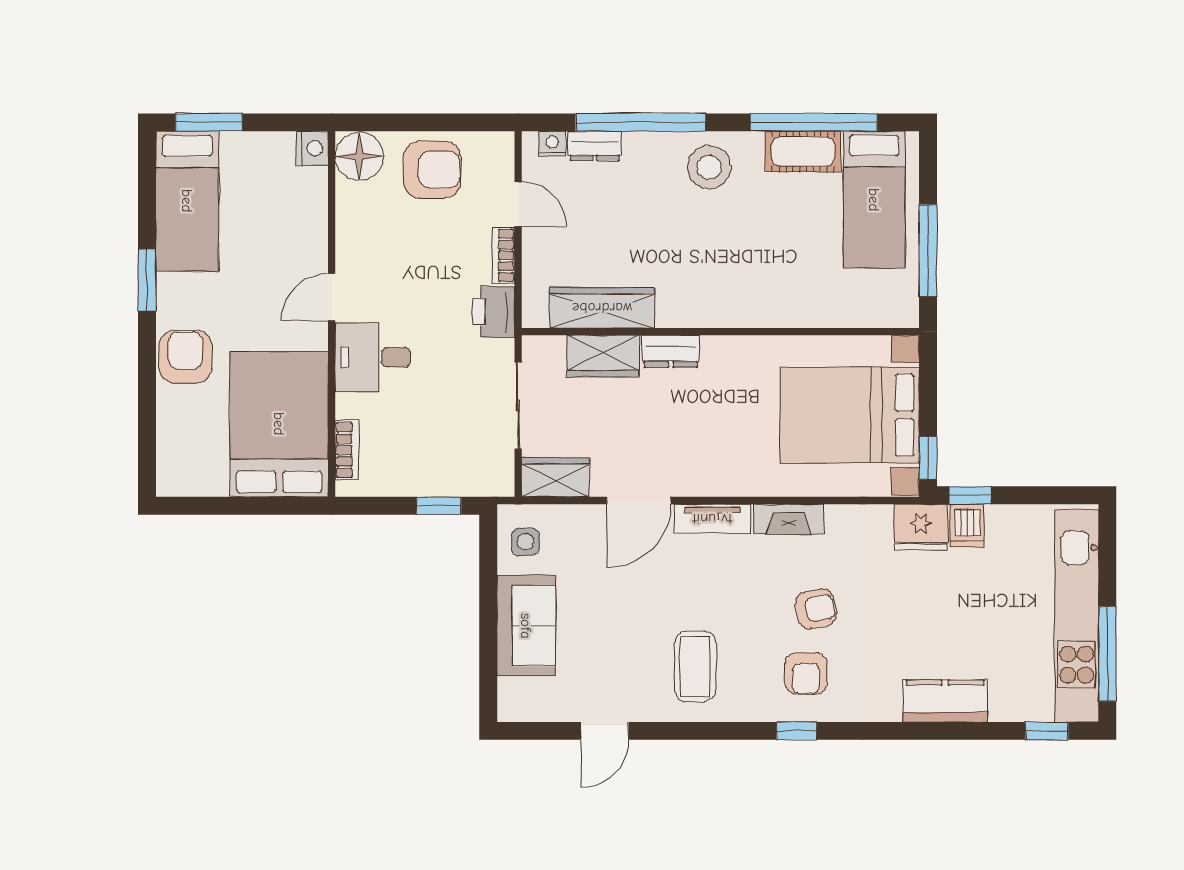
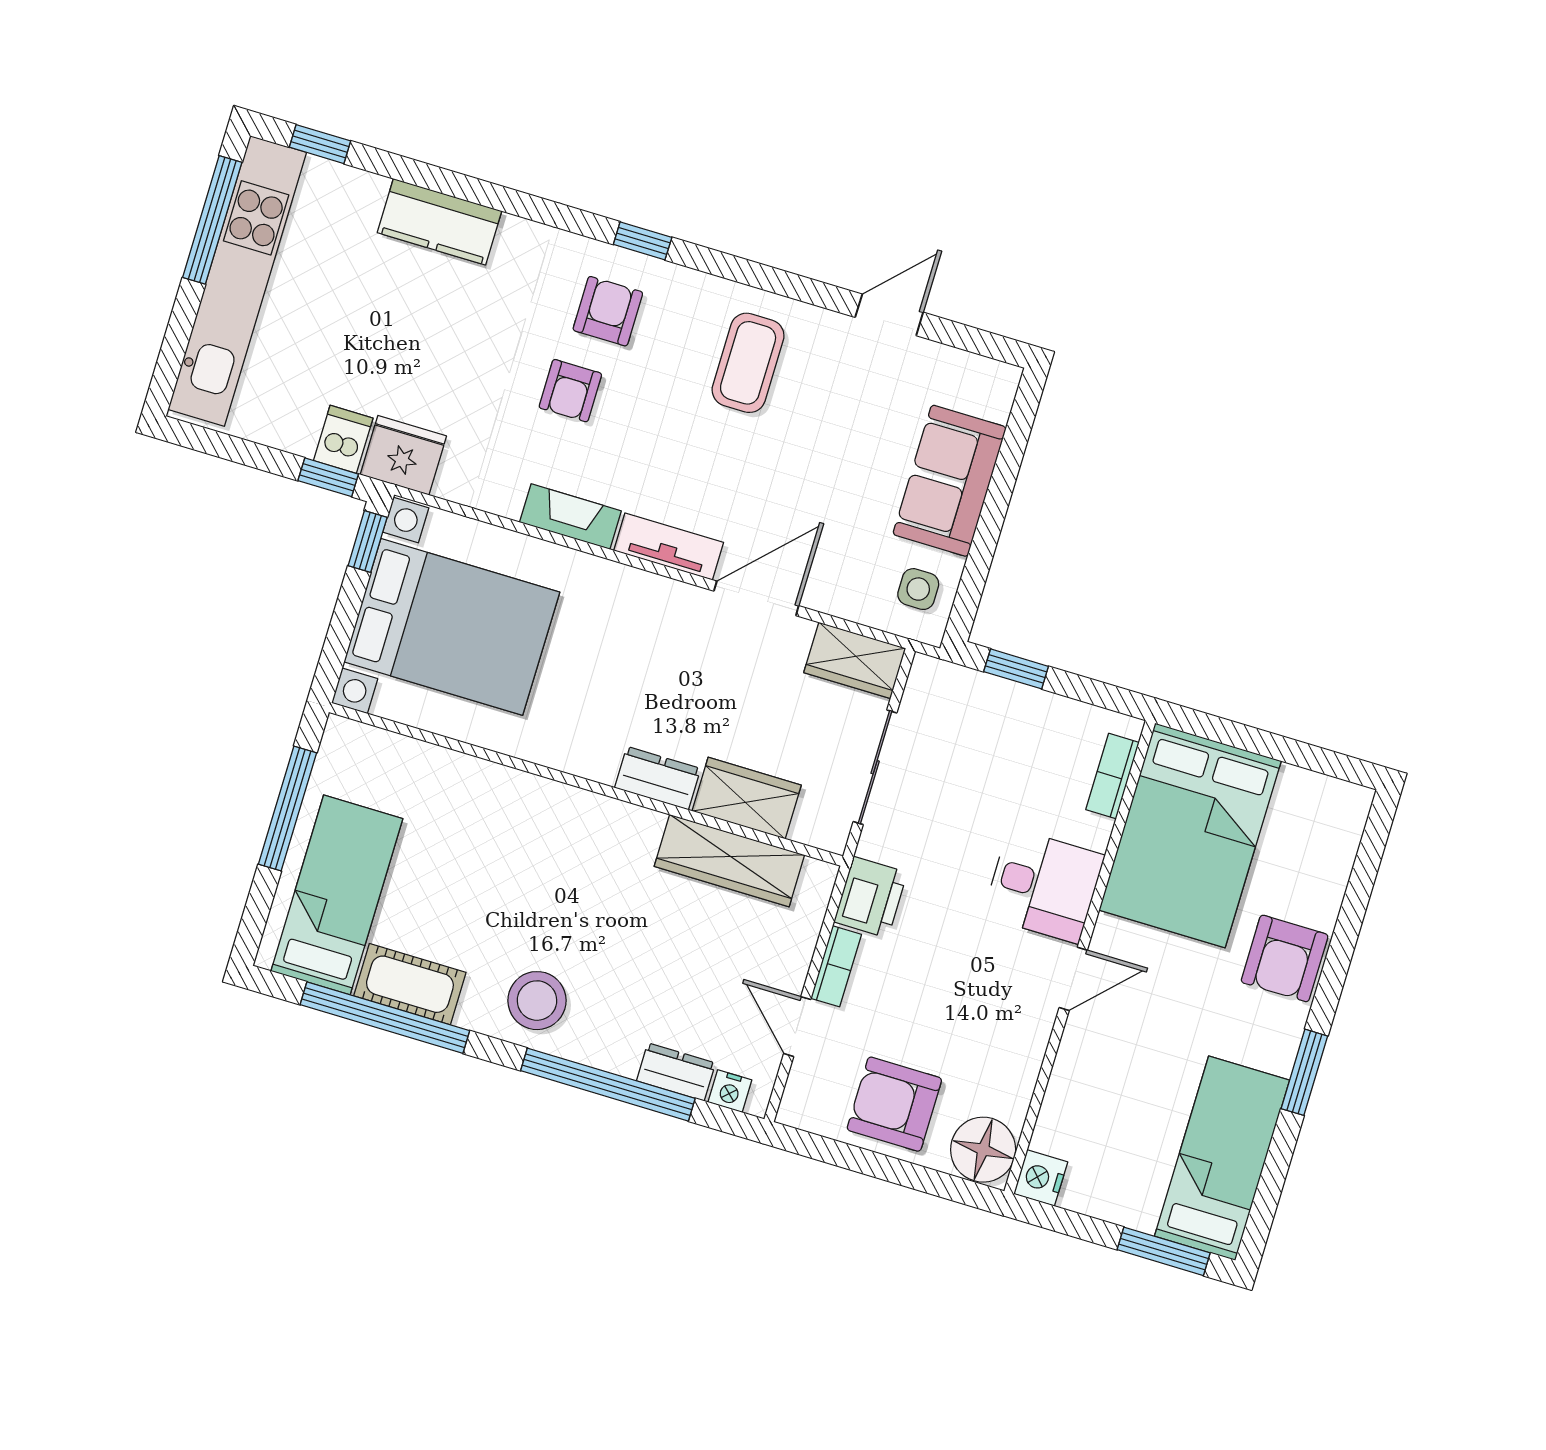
armchair: (816, 609) -> (570, 391), turned -79

